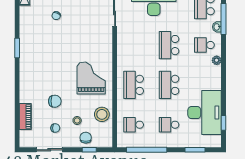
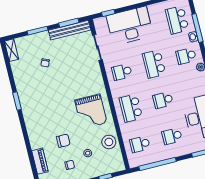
school desk: (134, 45) -> (122, 72), added
grand piano: (91, 78) -> (91, 111), turned 180
school desk: (169, 85) -> (163, 100), width x0.54
chair: (86, 138) -> (99, 167), removed

